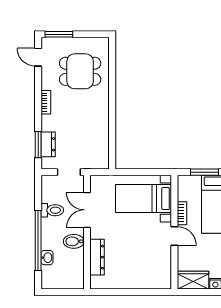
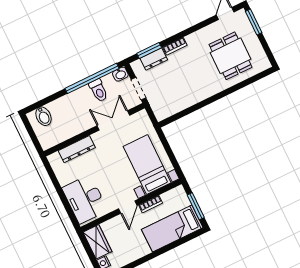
bookcase: (46, 102) -> (175, 46), moved
window: (38, 240) -> (92, 78), moved
bidet: (74, 241) -> (43, 116), moved, turned 180
washbasin: (47, 258) -> (120, 74), moved
desk: (148, 272) -> (85, 199), added

